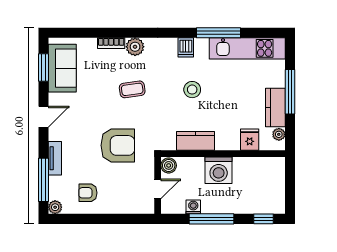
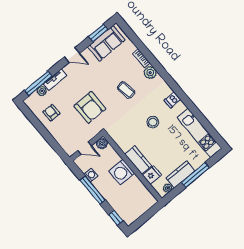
window: (219, 33) -> (195, 111), removed
kitchen counter: (195, 141) -> (138, 160), moved
plant: (55, 207) -> (42, 91), moved

